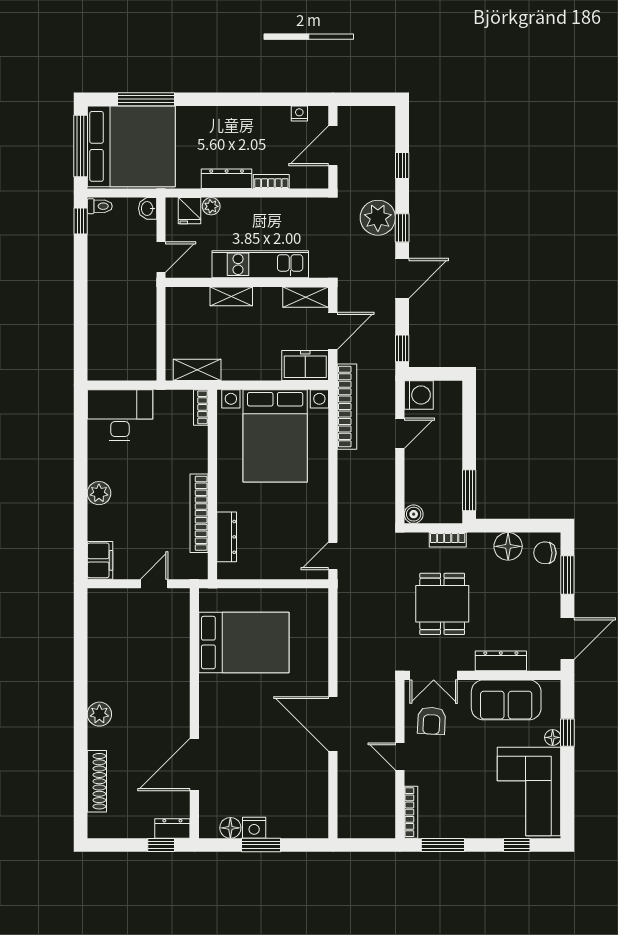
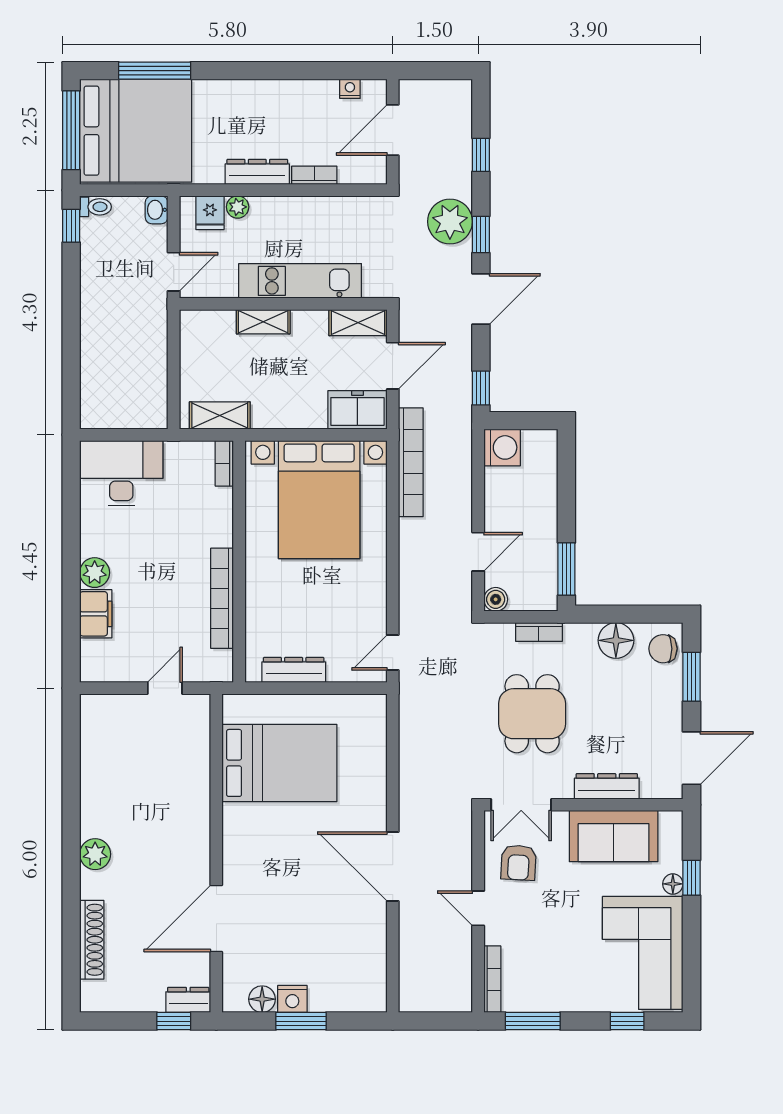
door: (400, 433) -> (478, 552), moved
dresser: (227, 537) -> (294, 670), moved, turned -90
filing cabinet: (100, 560) -> (96, 614), moved

